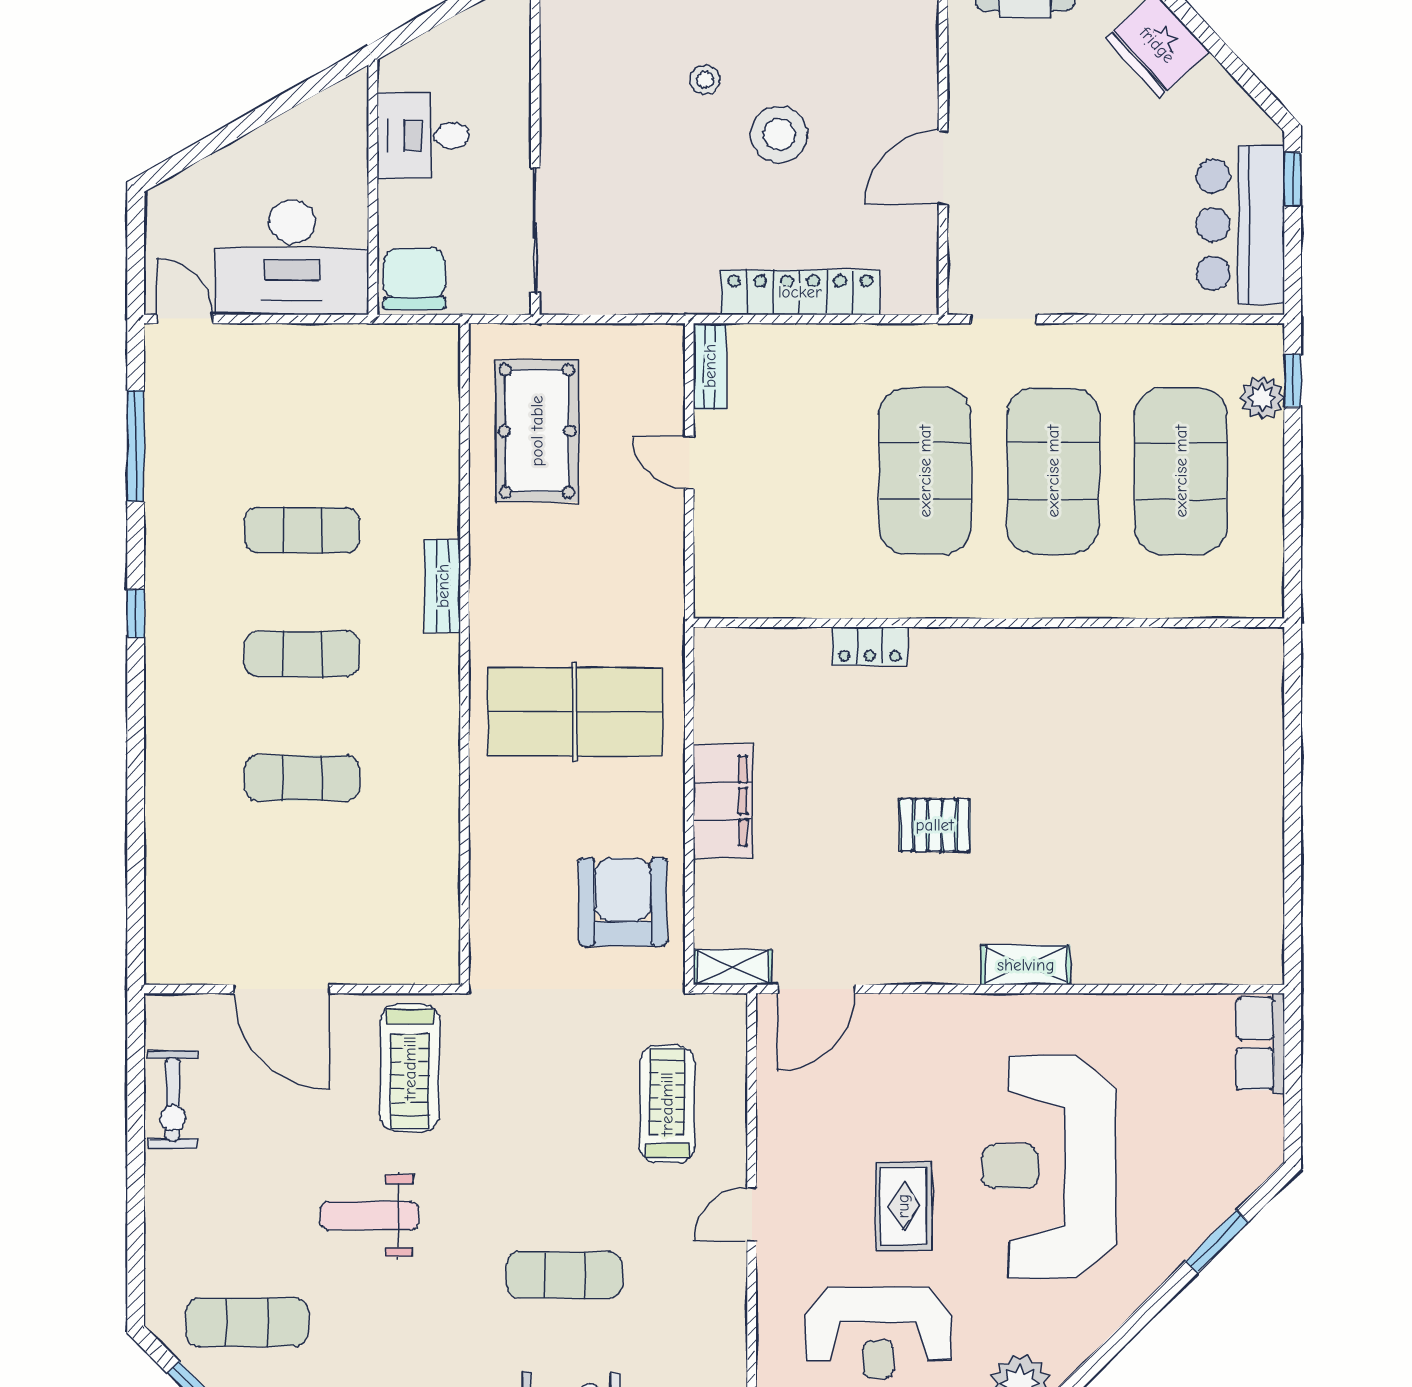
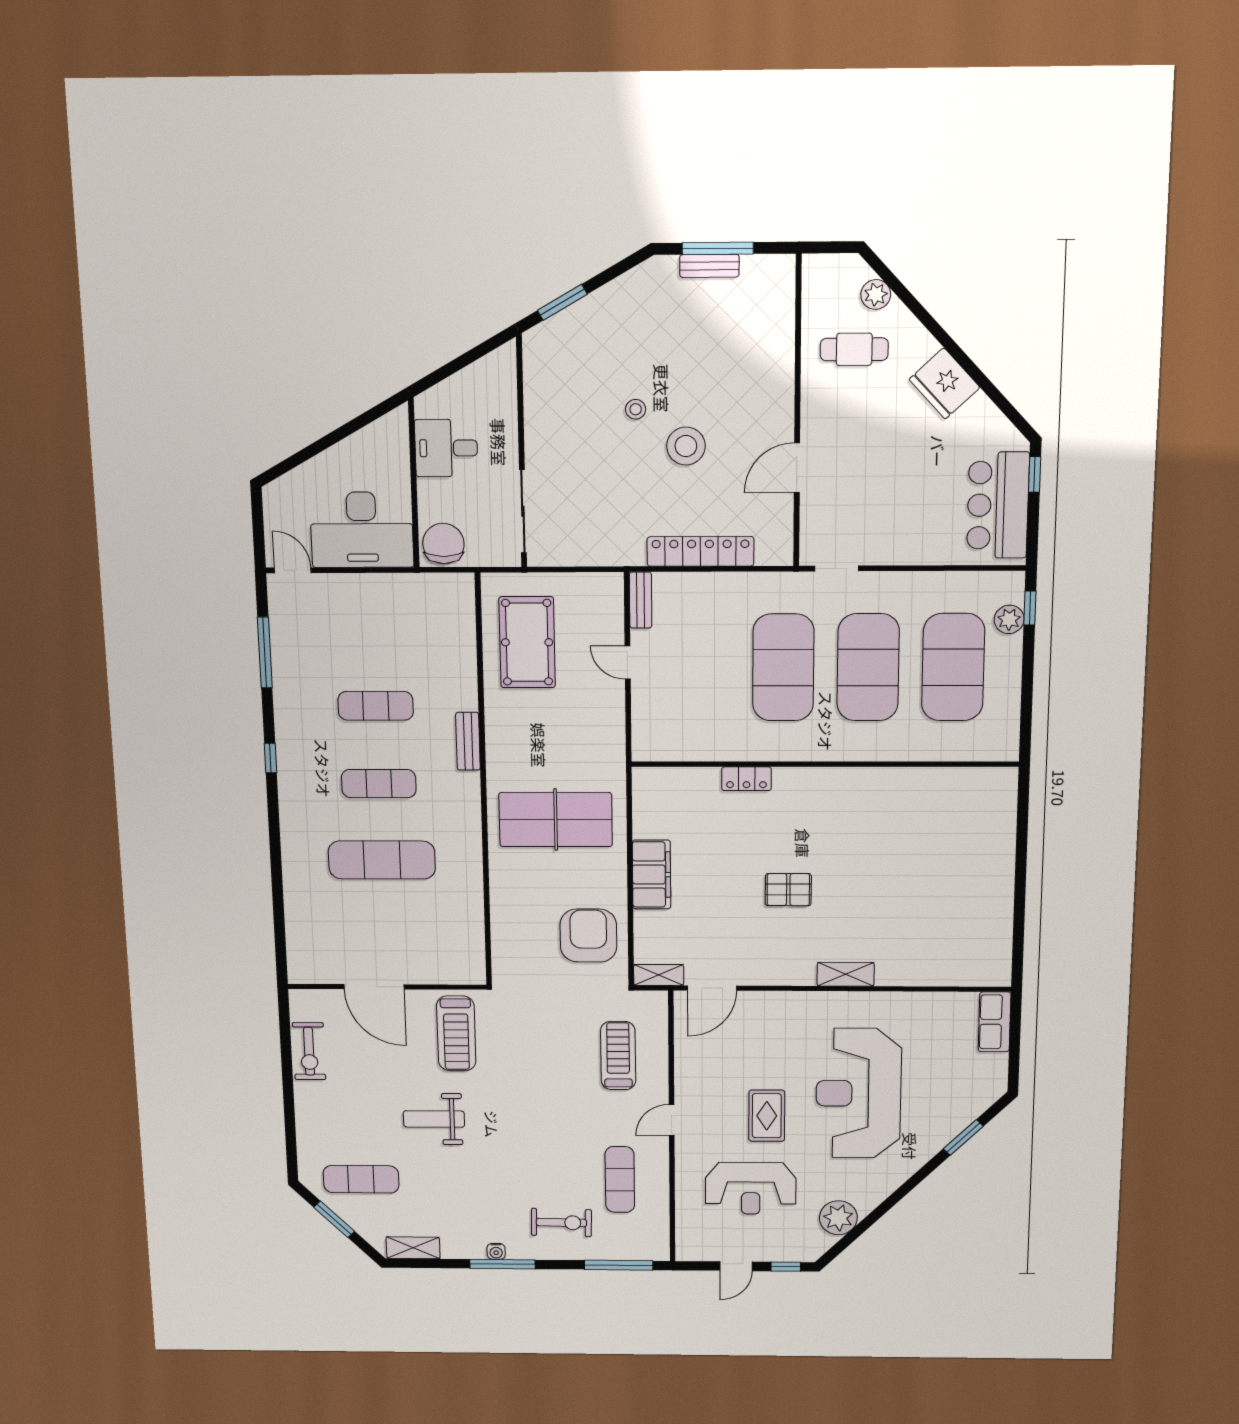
exercise mat: (302, 778) -> (382, 860), width x1.36, depth x1.45
exercise mat: (564, 1275) -> (620, 1179), moved, turned 90

